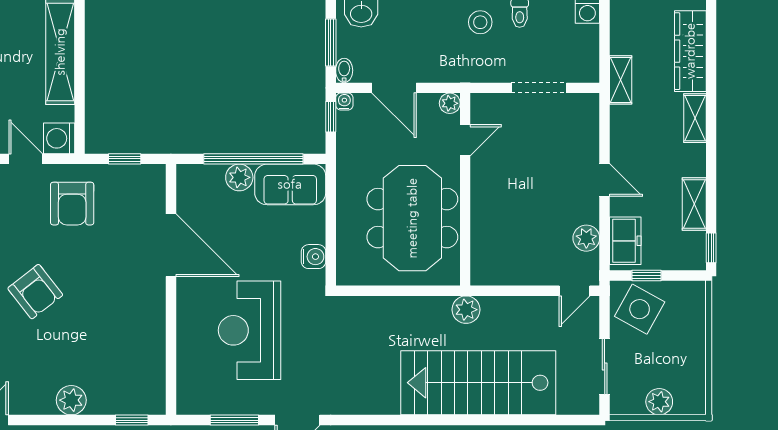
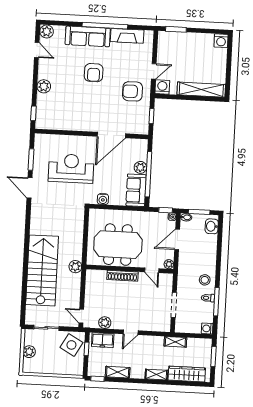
shoe rack: (481, 205) -> (122, 276), added
armchair: (35, 292) -> (94, 73), turned -52

